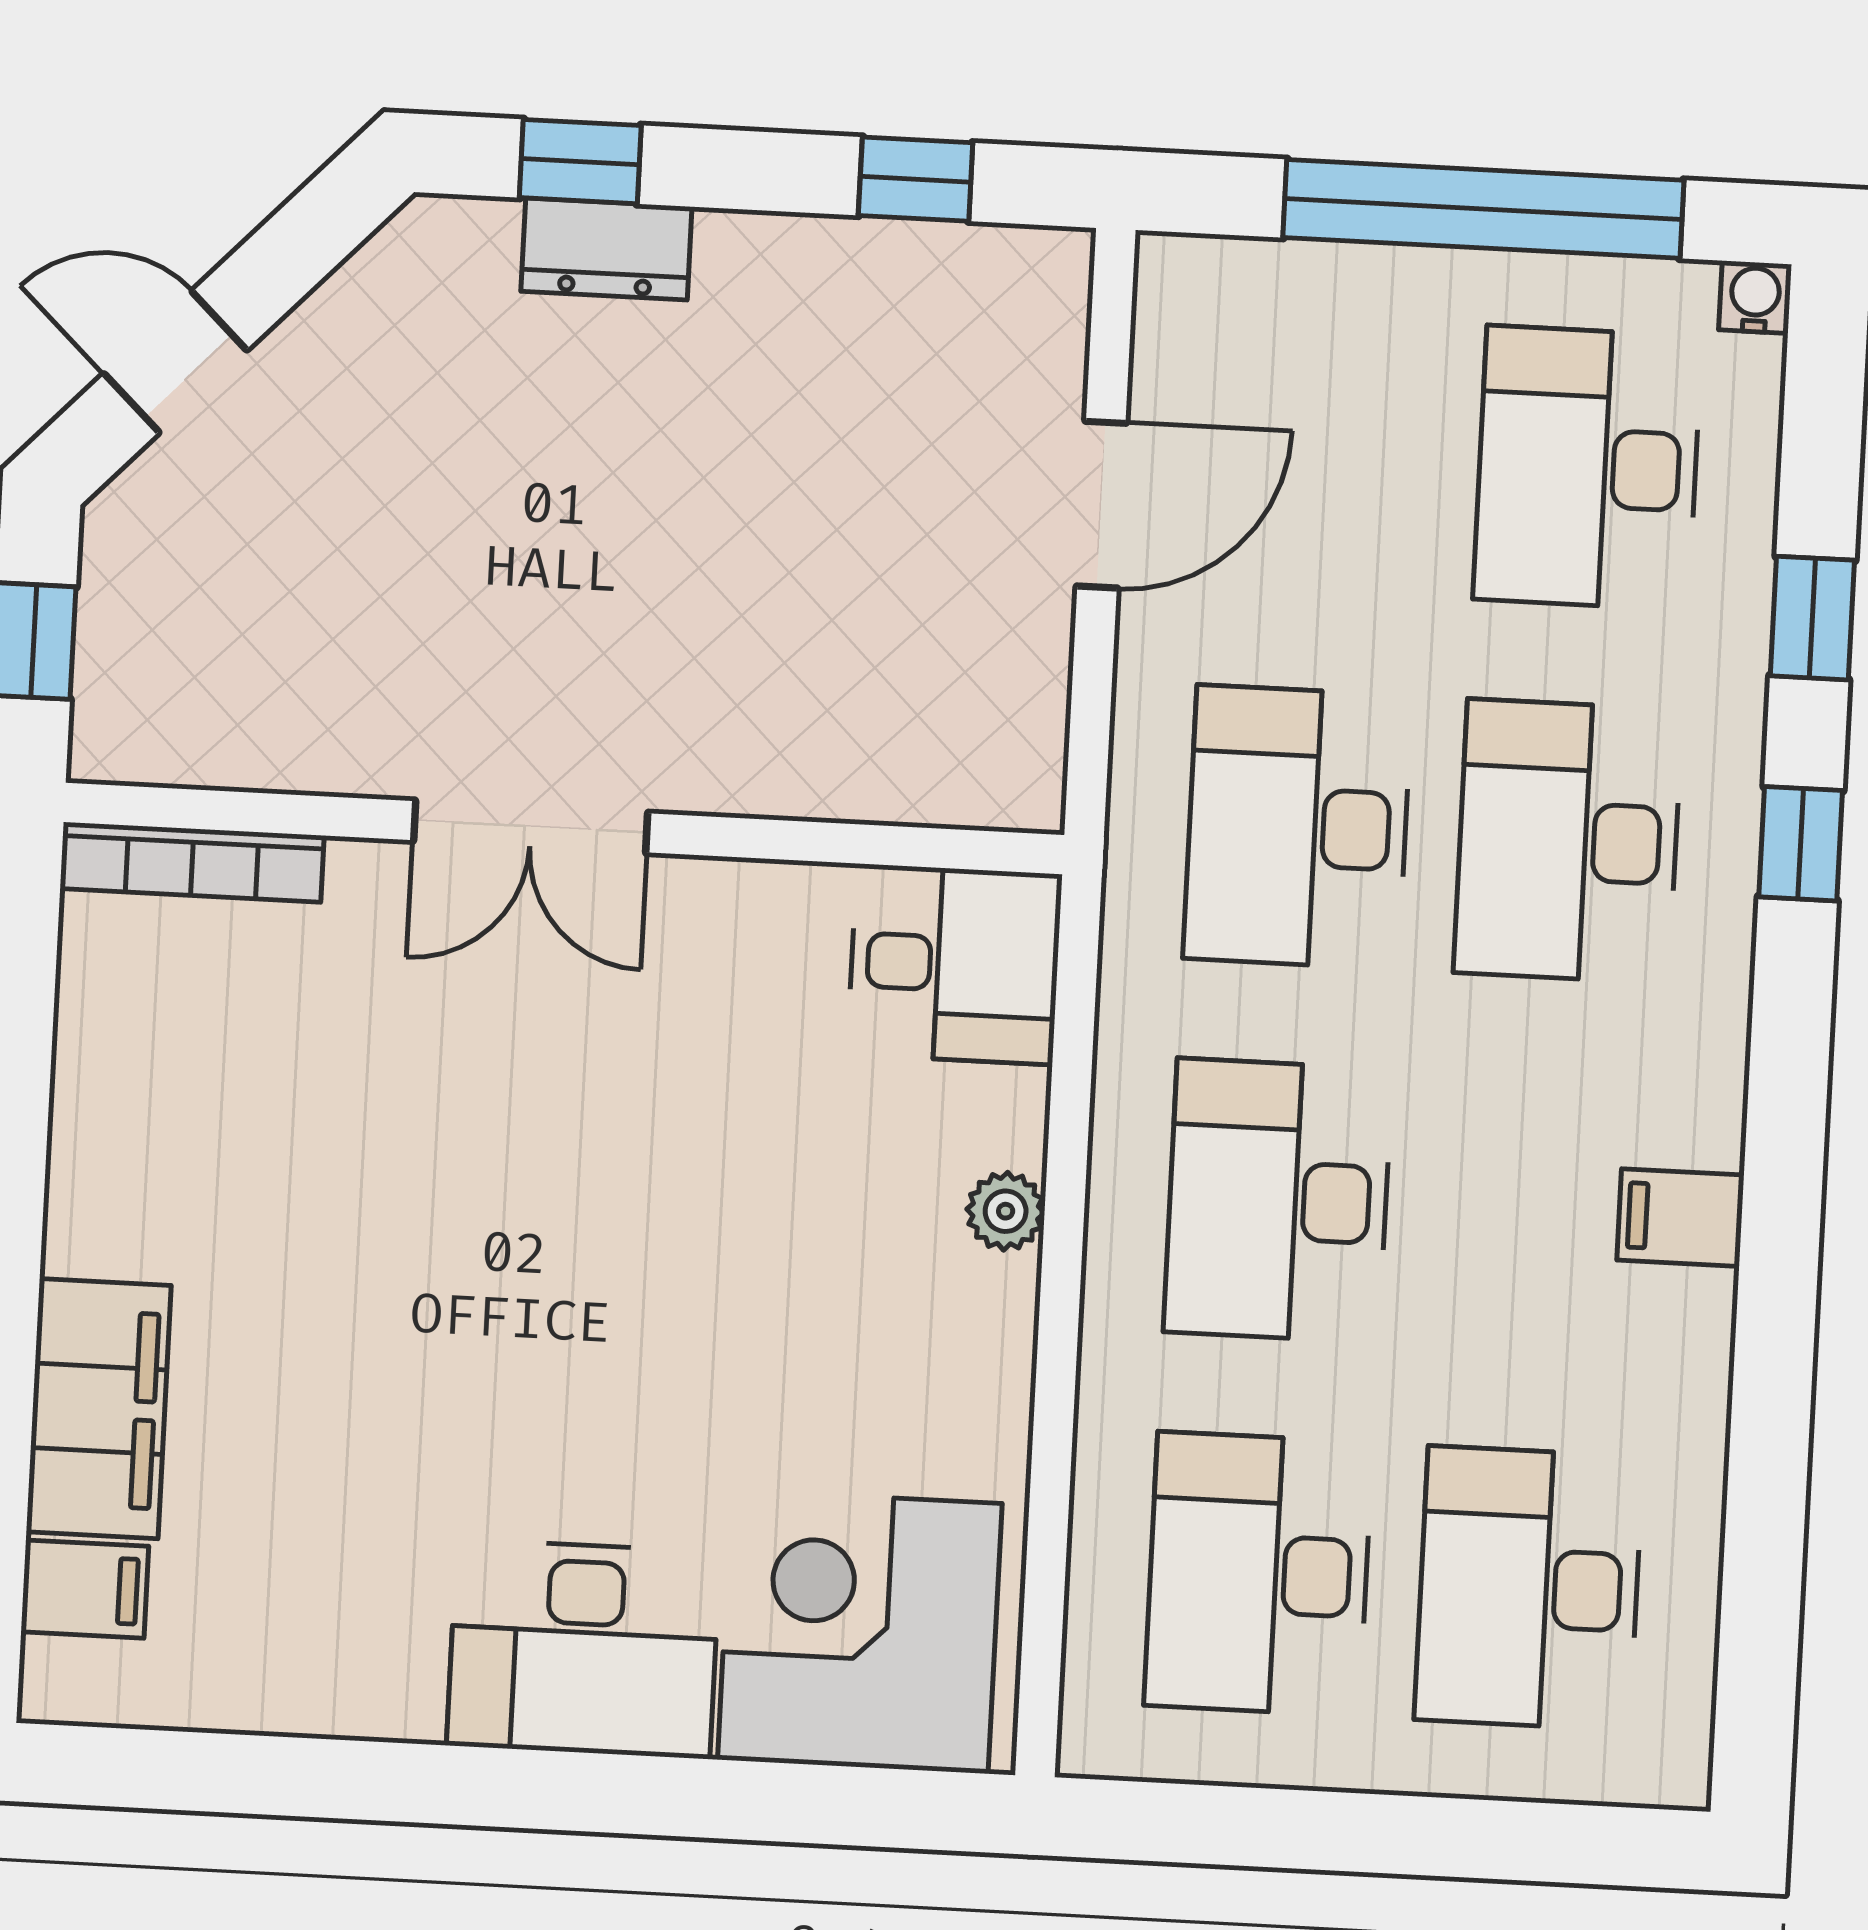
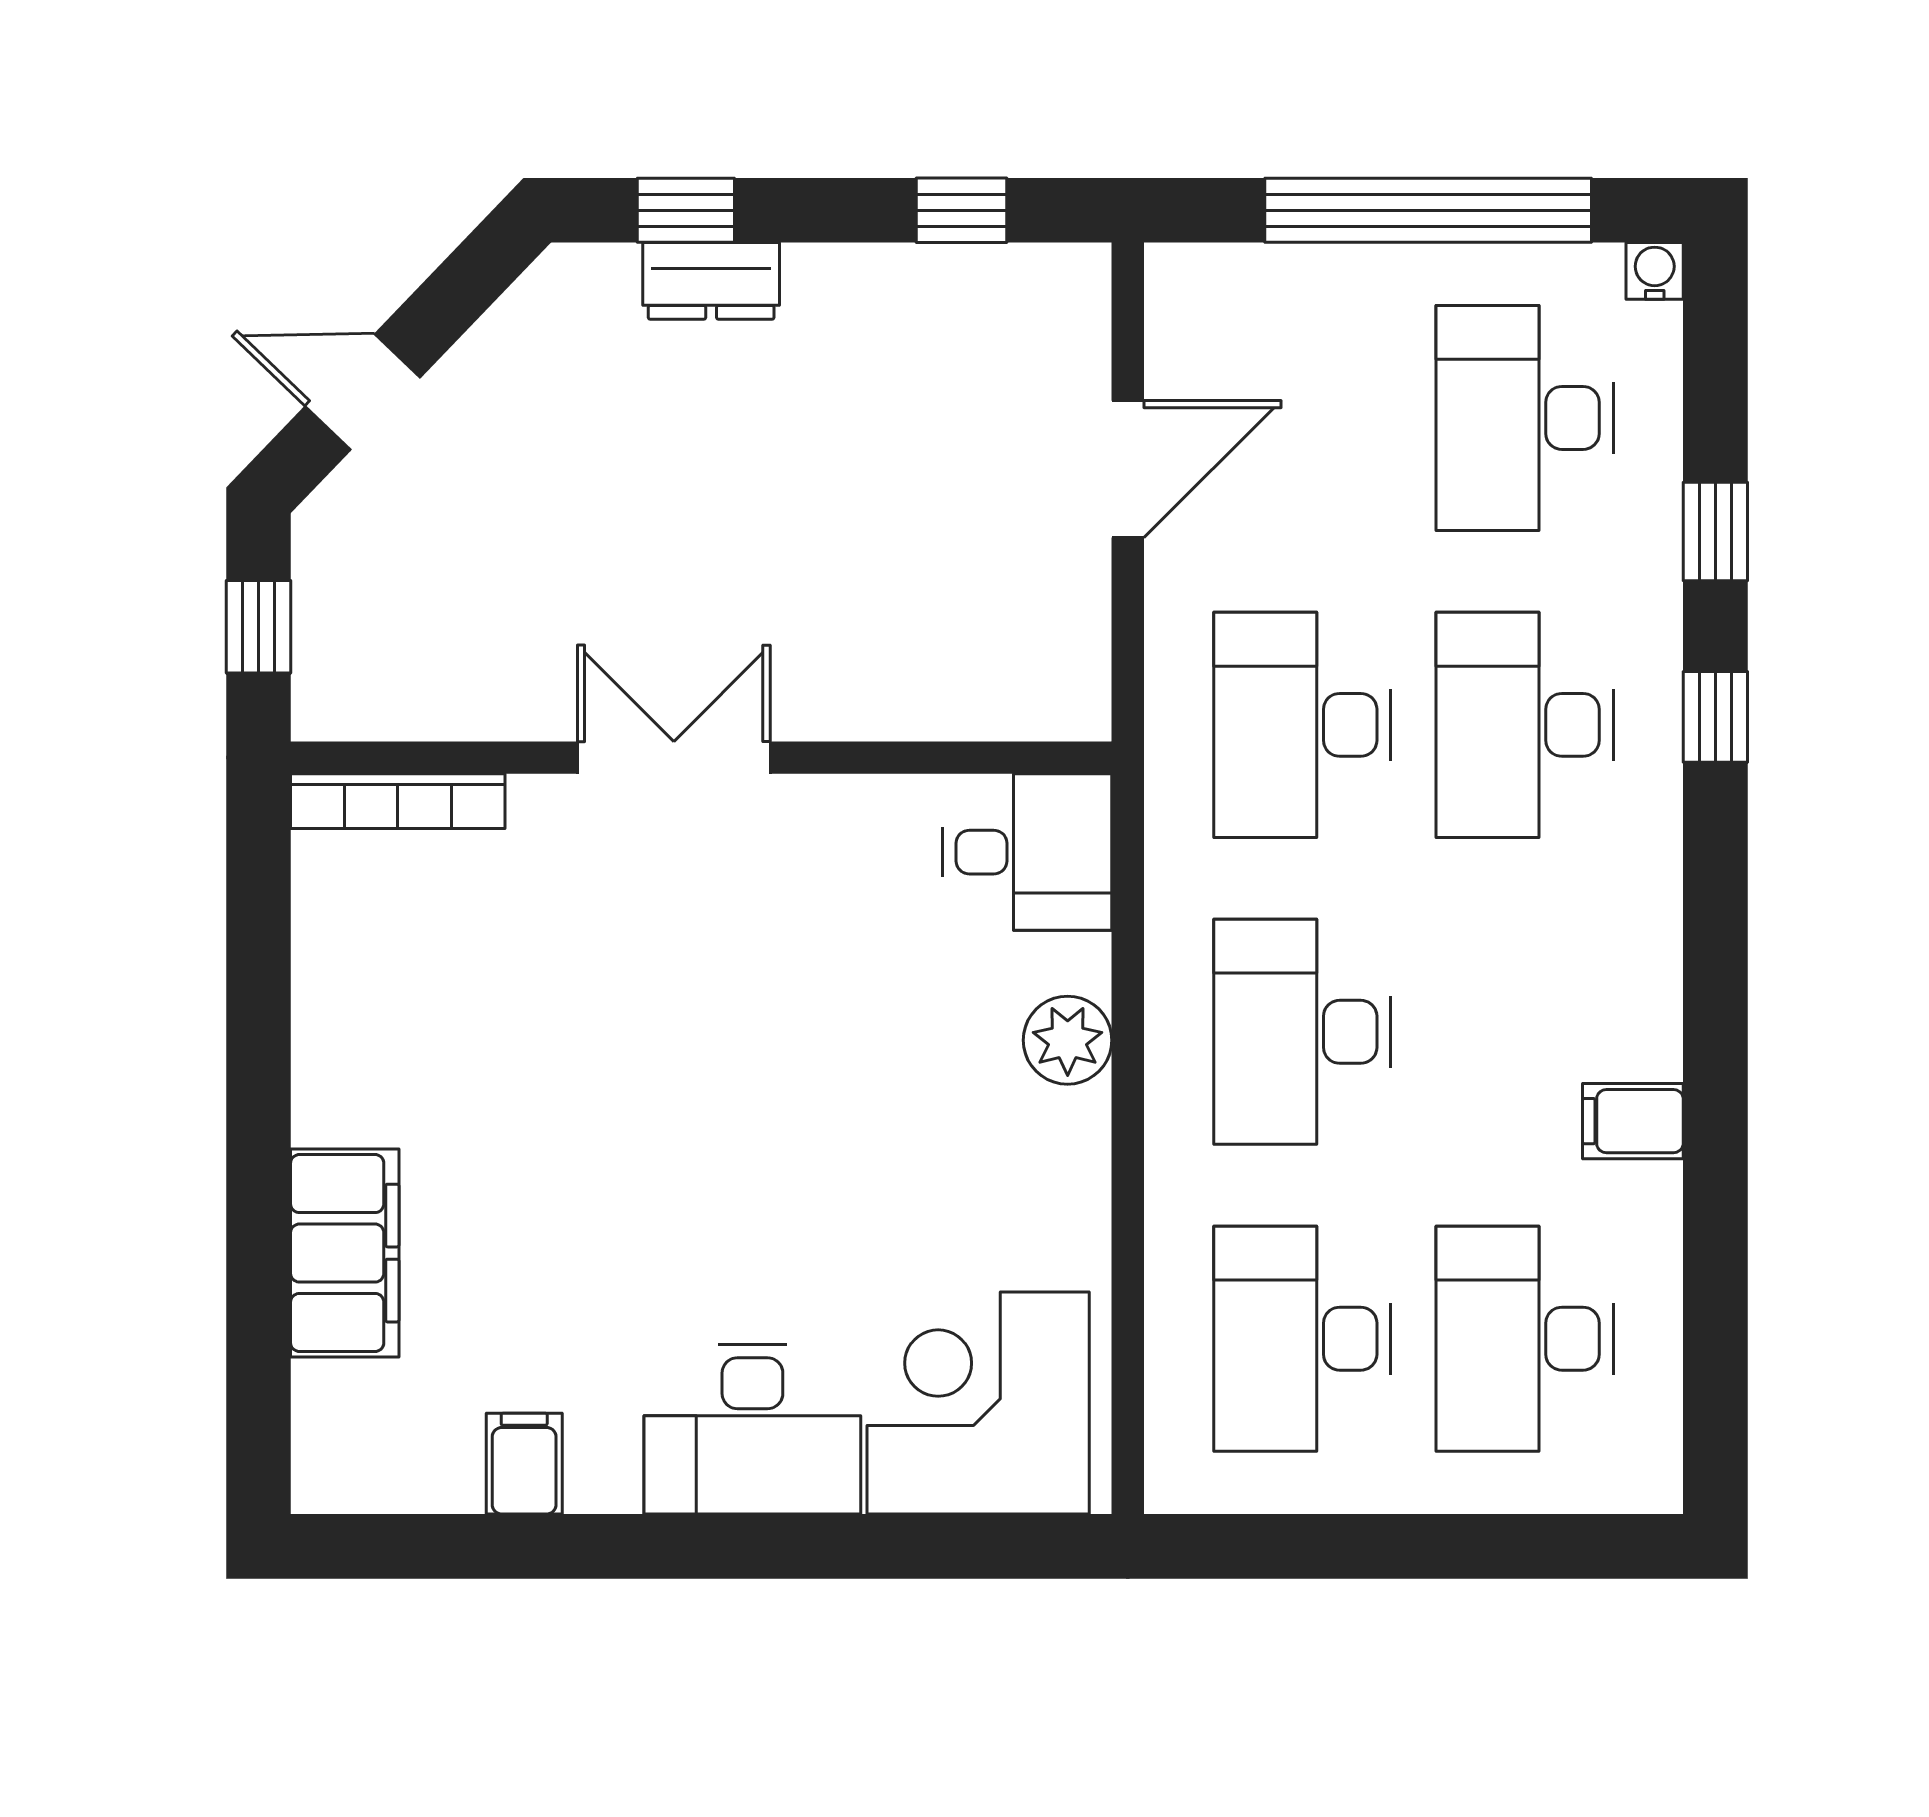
double door: (531, 827) -> (674, 758), swing flipped
plant: (1006, 1211) -> (1068, 1040), width x1.38, depth x1.38
filing cabinet: (1680, 1218) -> (1633, 1121), moved
filing cabinet: (85, 1589) -> (524, 1464), moved, turned -90

